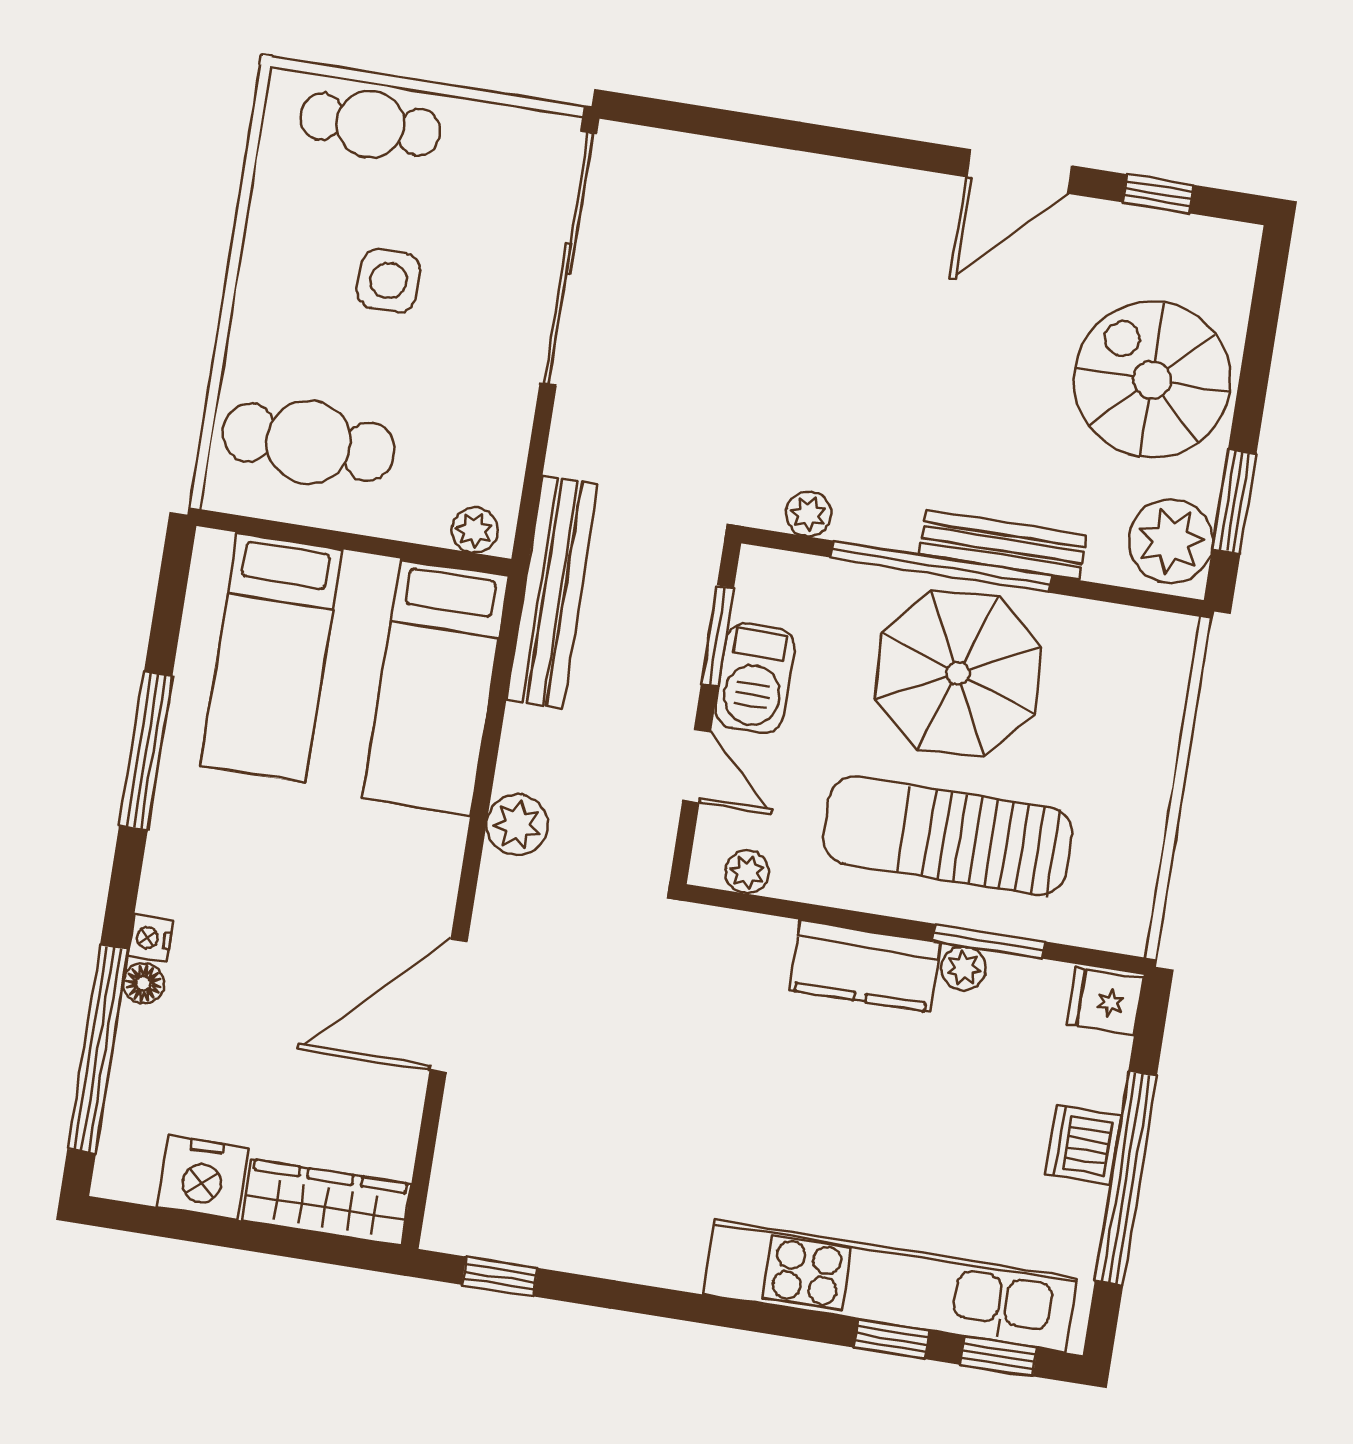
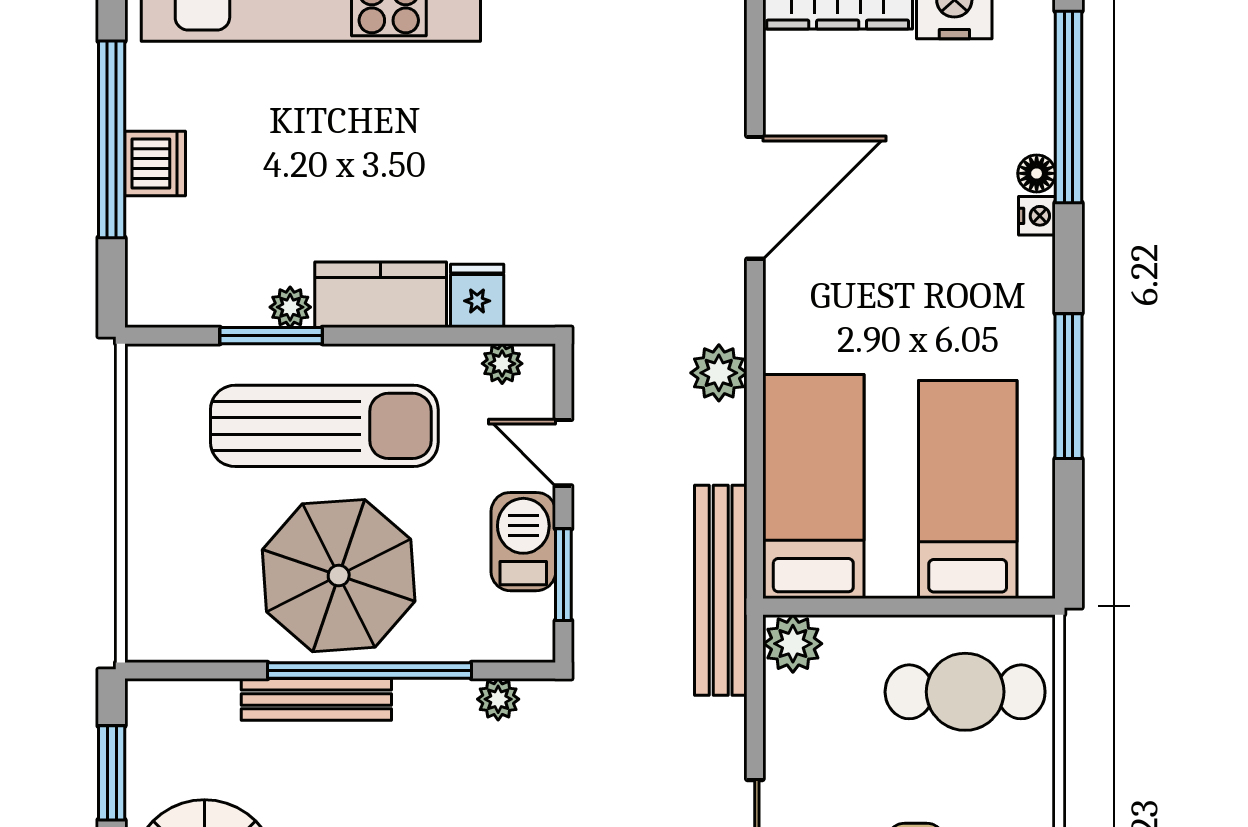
plant: (475, 530) -> (793, 644), width x1.38, depth x1.38
plant: (1171, 541) -> (164, 727), removed
fridge: (1105, 1002) -> (477, 296), moved, turned -90

